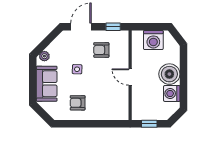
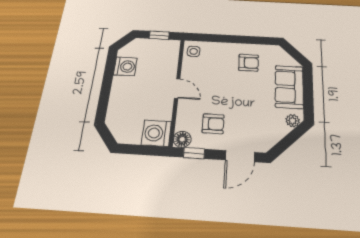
floor lamp: (122, 37) -> (182, 139), added
washing machine: (153, 40) -> (157, 133), moved, turned -90
side table: (77, 69) -> (194, 51), moved
boiler: (169, 74) -> (125, 89), removed

